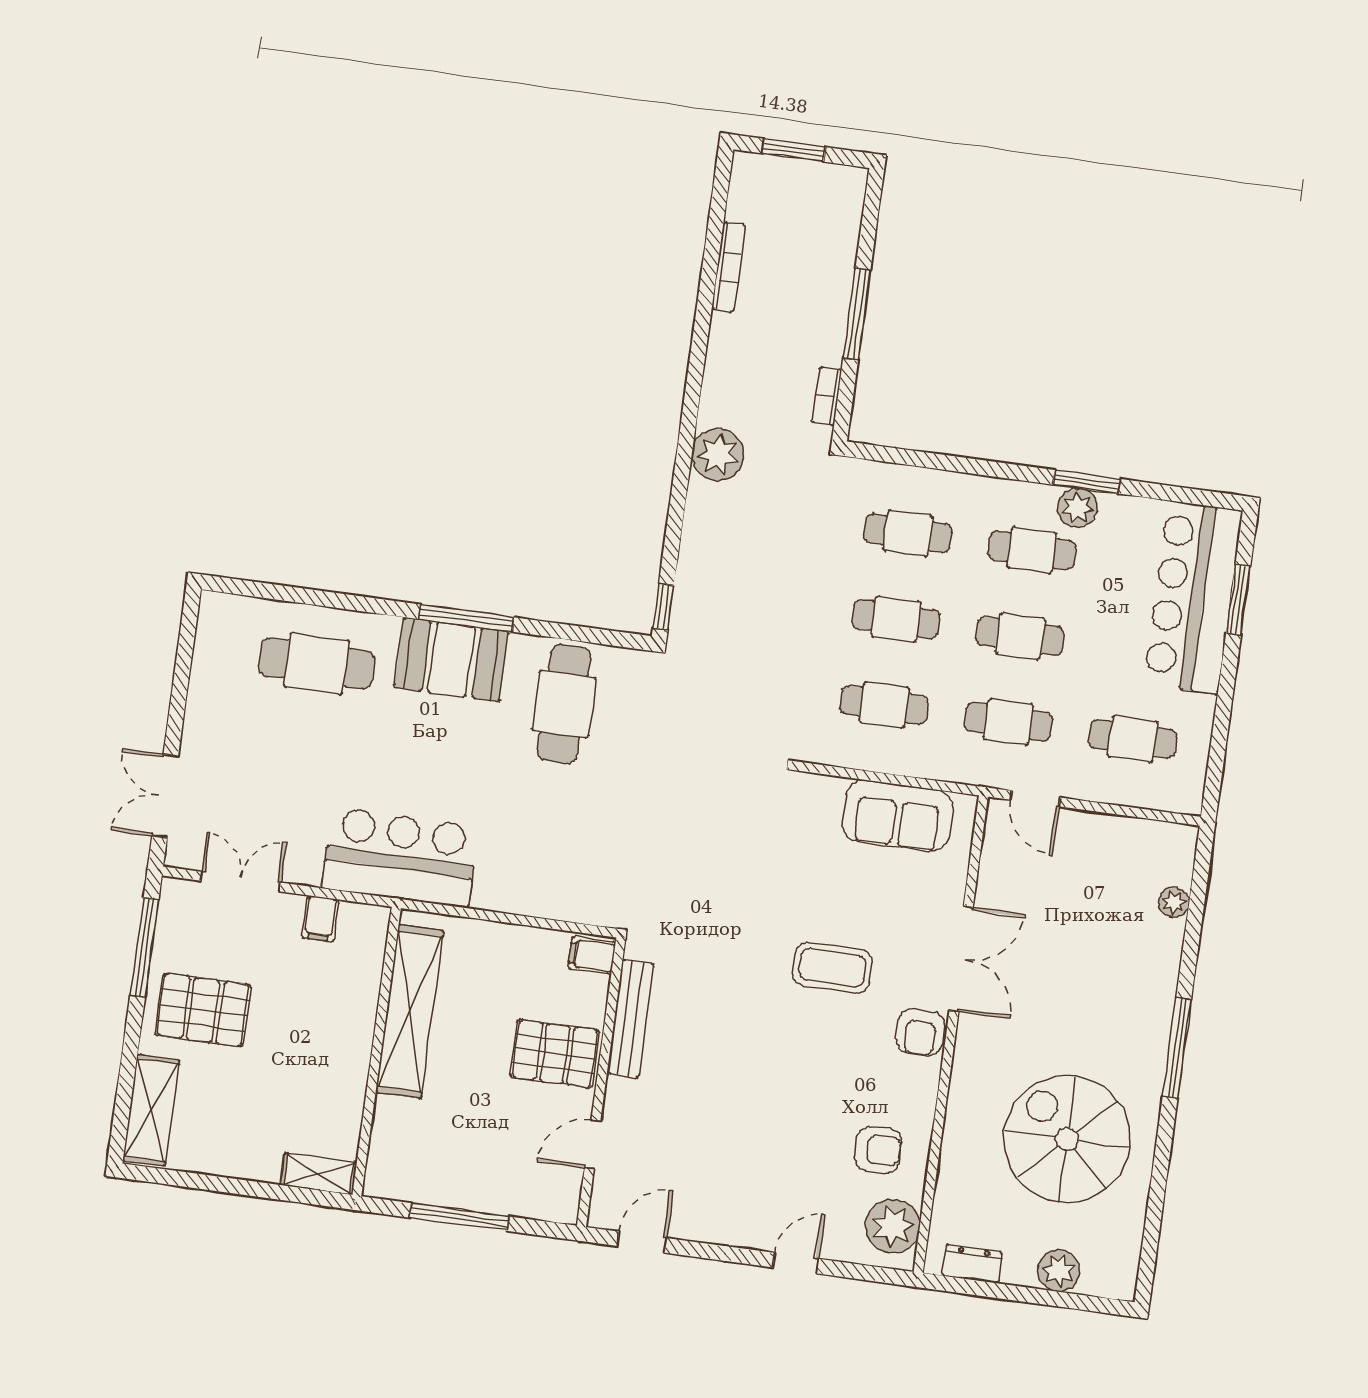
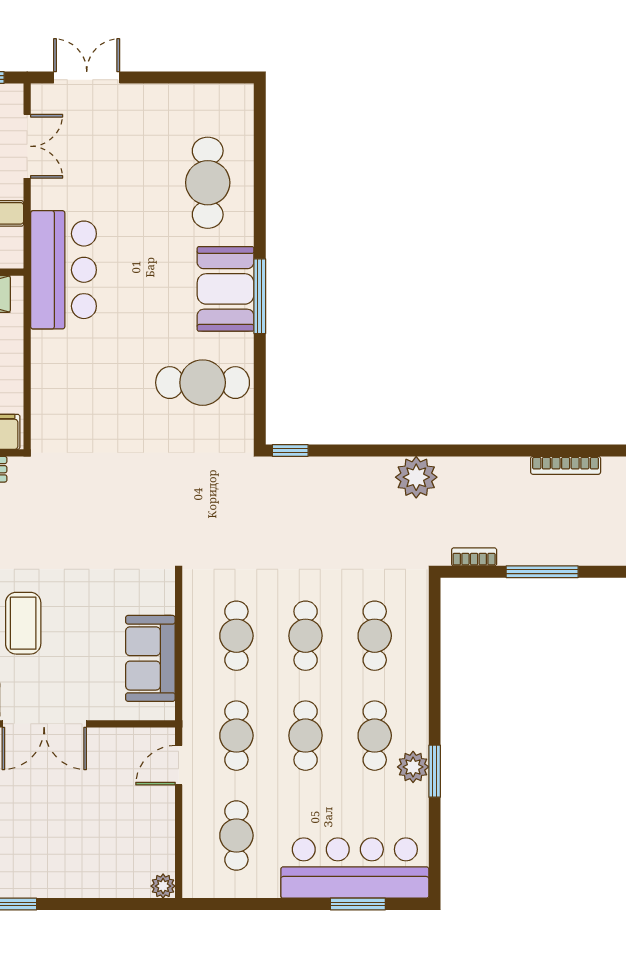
plant: (1174, 902) -> (163, 886), moved

